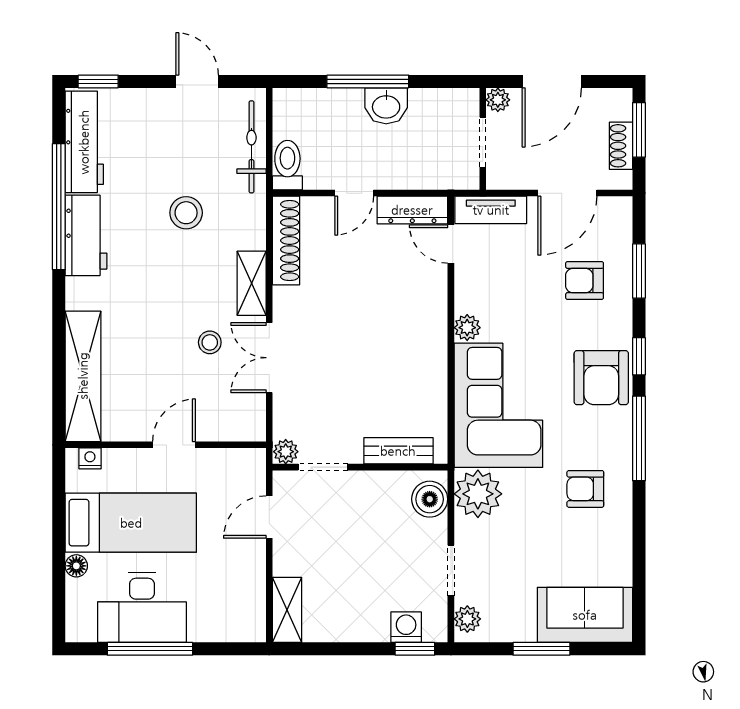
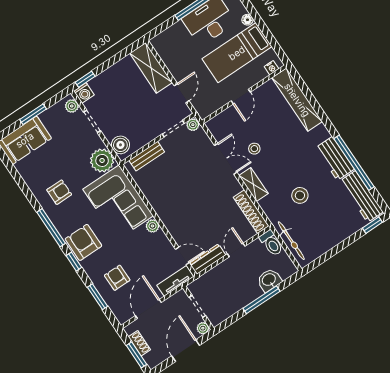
door: (197, 81) -> (332, 253), removed
washbasin: (386, 106) -> (269, 280), moved
armchair: (585, 281) -> (117, 278), turned -90
shelving: (287, 610) -> (151, 68), width x1.50, depth x1.33
washing machine: (406, 627) -> (84, 93), moved

